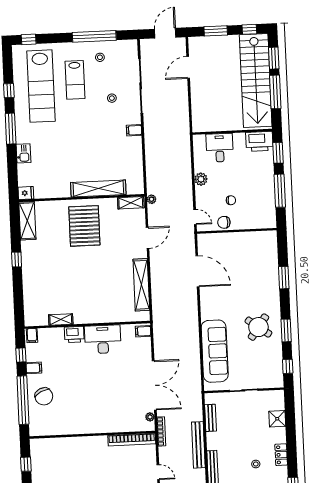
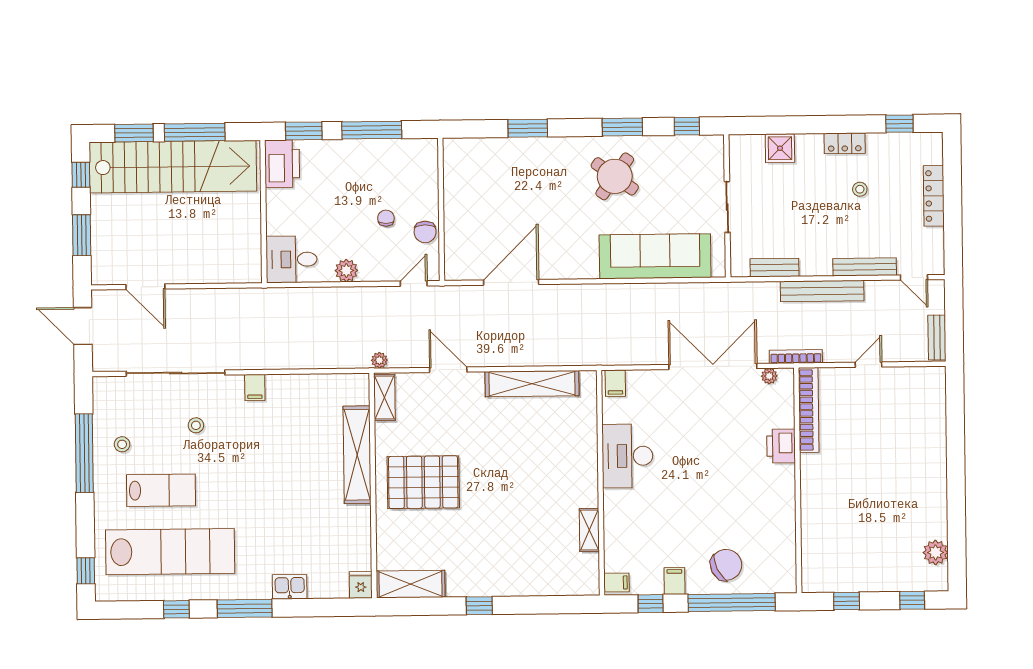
desk: (220, 148) -> (291, 259), moved
printer: (74, 335) -> (781, 446), moved, turned 180

